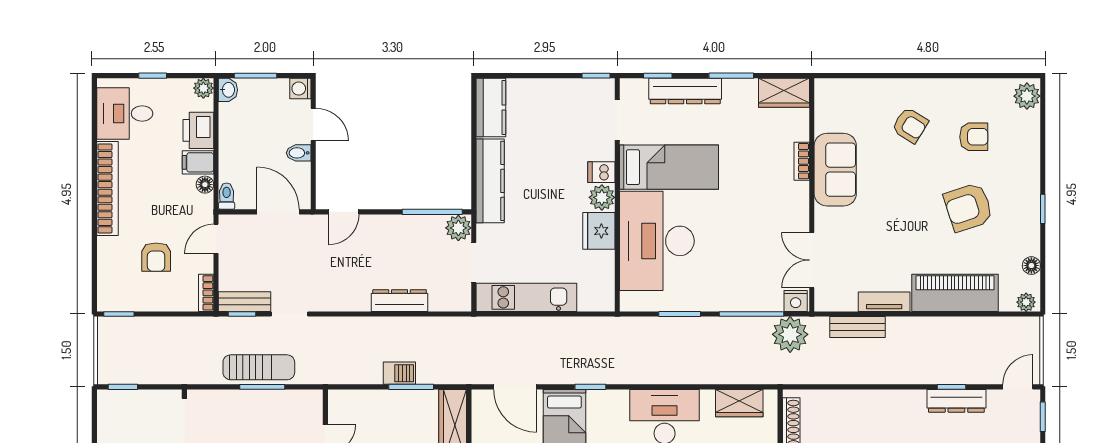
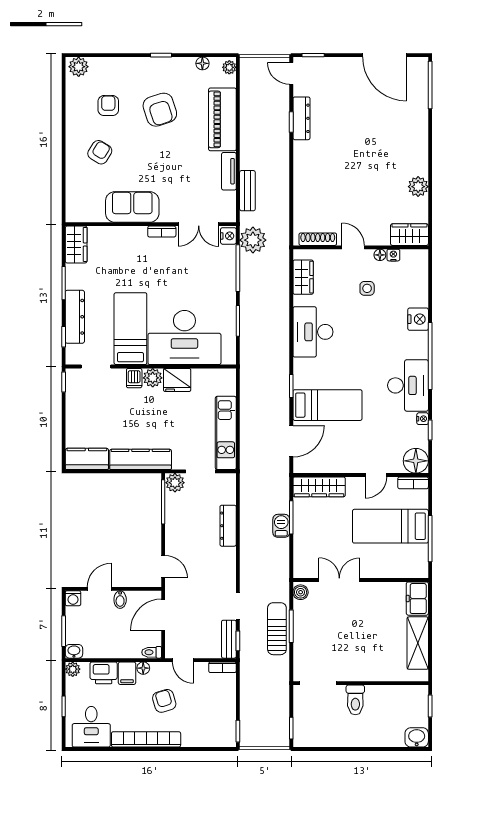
bookcase: (802, 161) -> (162, 232), moved
armchair: (156, 257) -> (164, 701), moved, turned -107
boiler: (309, 400) -> (301, 592), added

